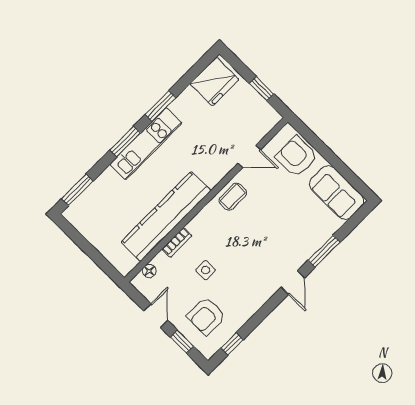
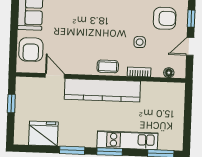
fridge: (214, 82) -> (43, 133), moved
kitchen unit: (146, 144) -> (127, 140), moved
coffee table: (233, 197) -> (108, 66), moved
kitchen counter: (166, 216) -> (102, 90), moved

